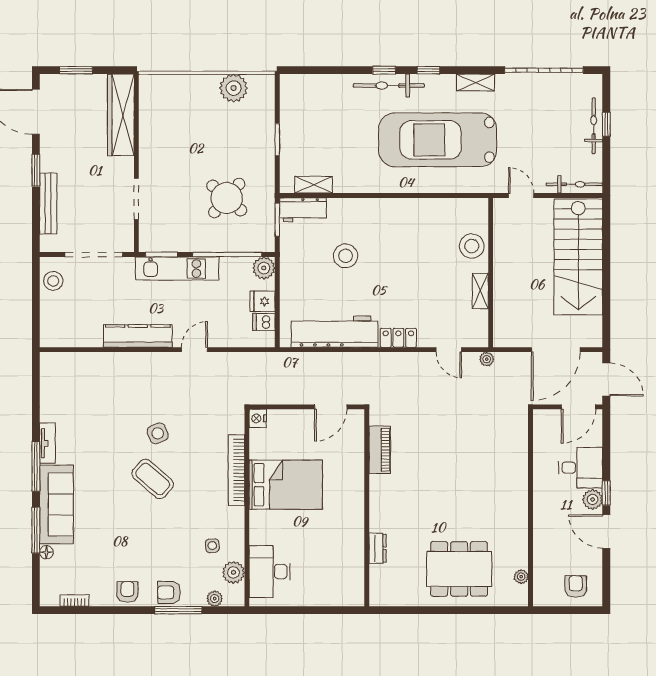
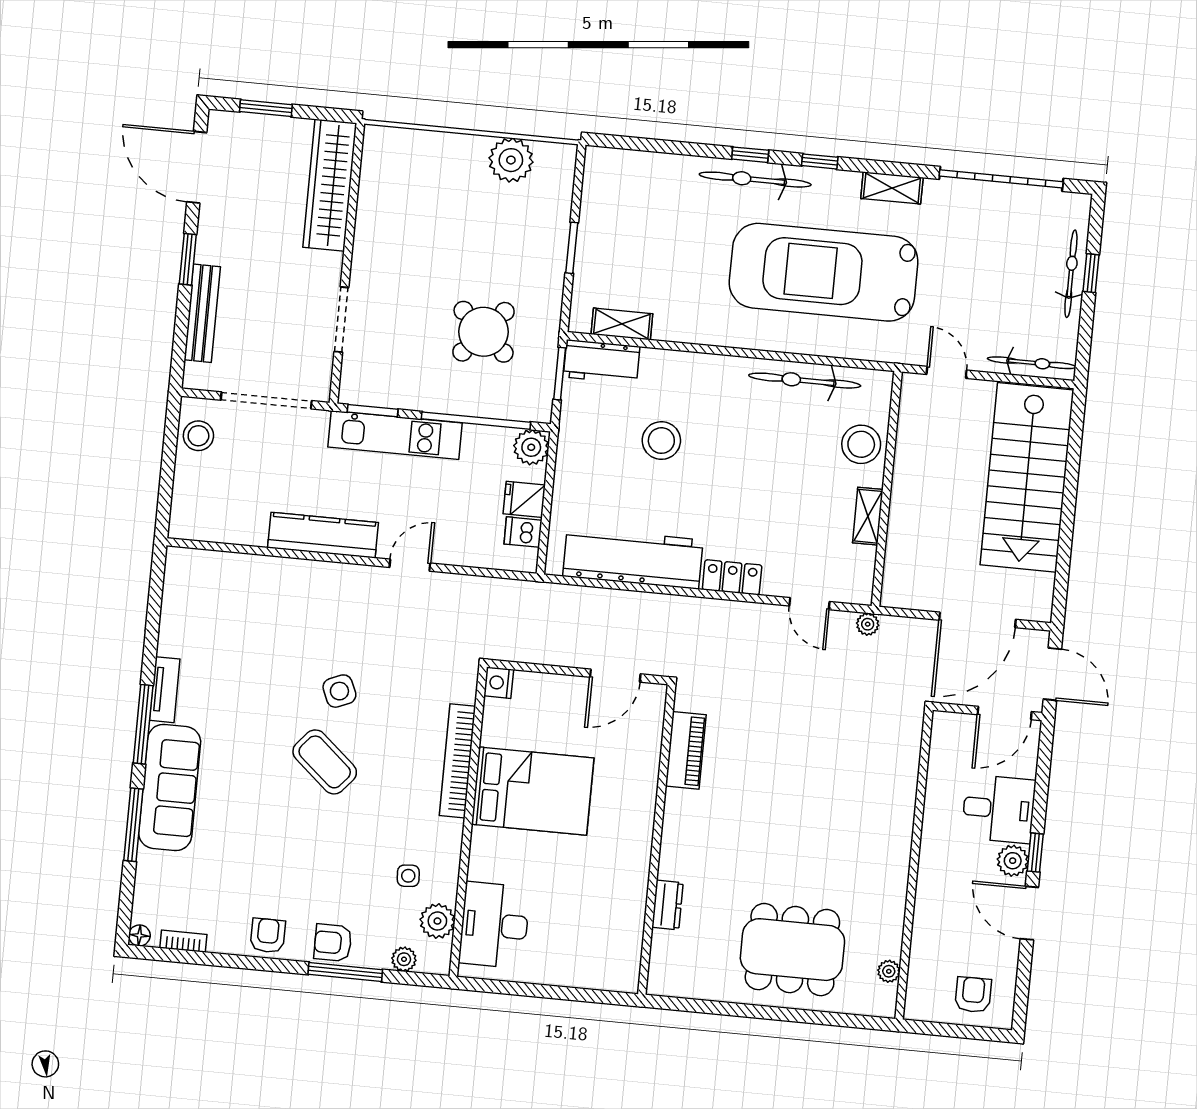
bicycle: (432, 209) -> (805, 381), added
floor lamp: (46, 552) -> (139, 935), moved

